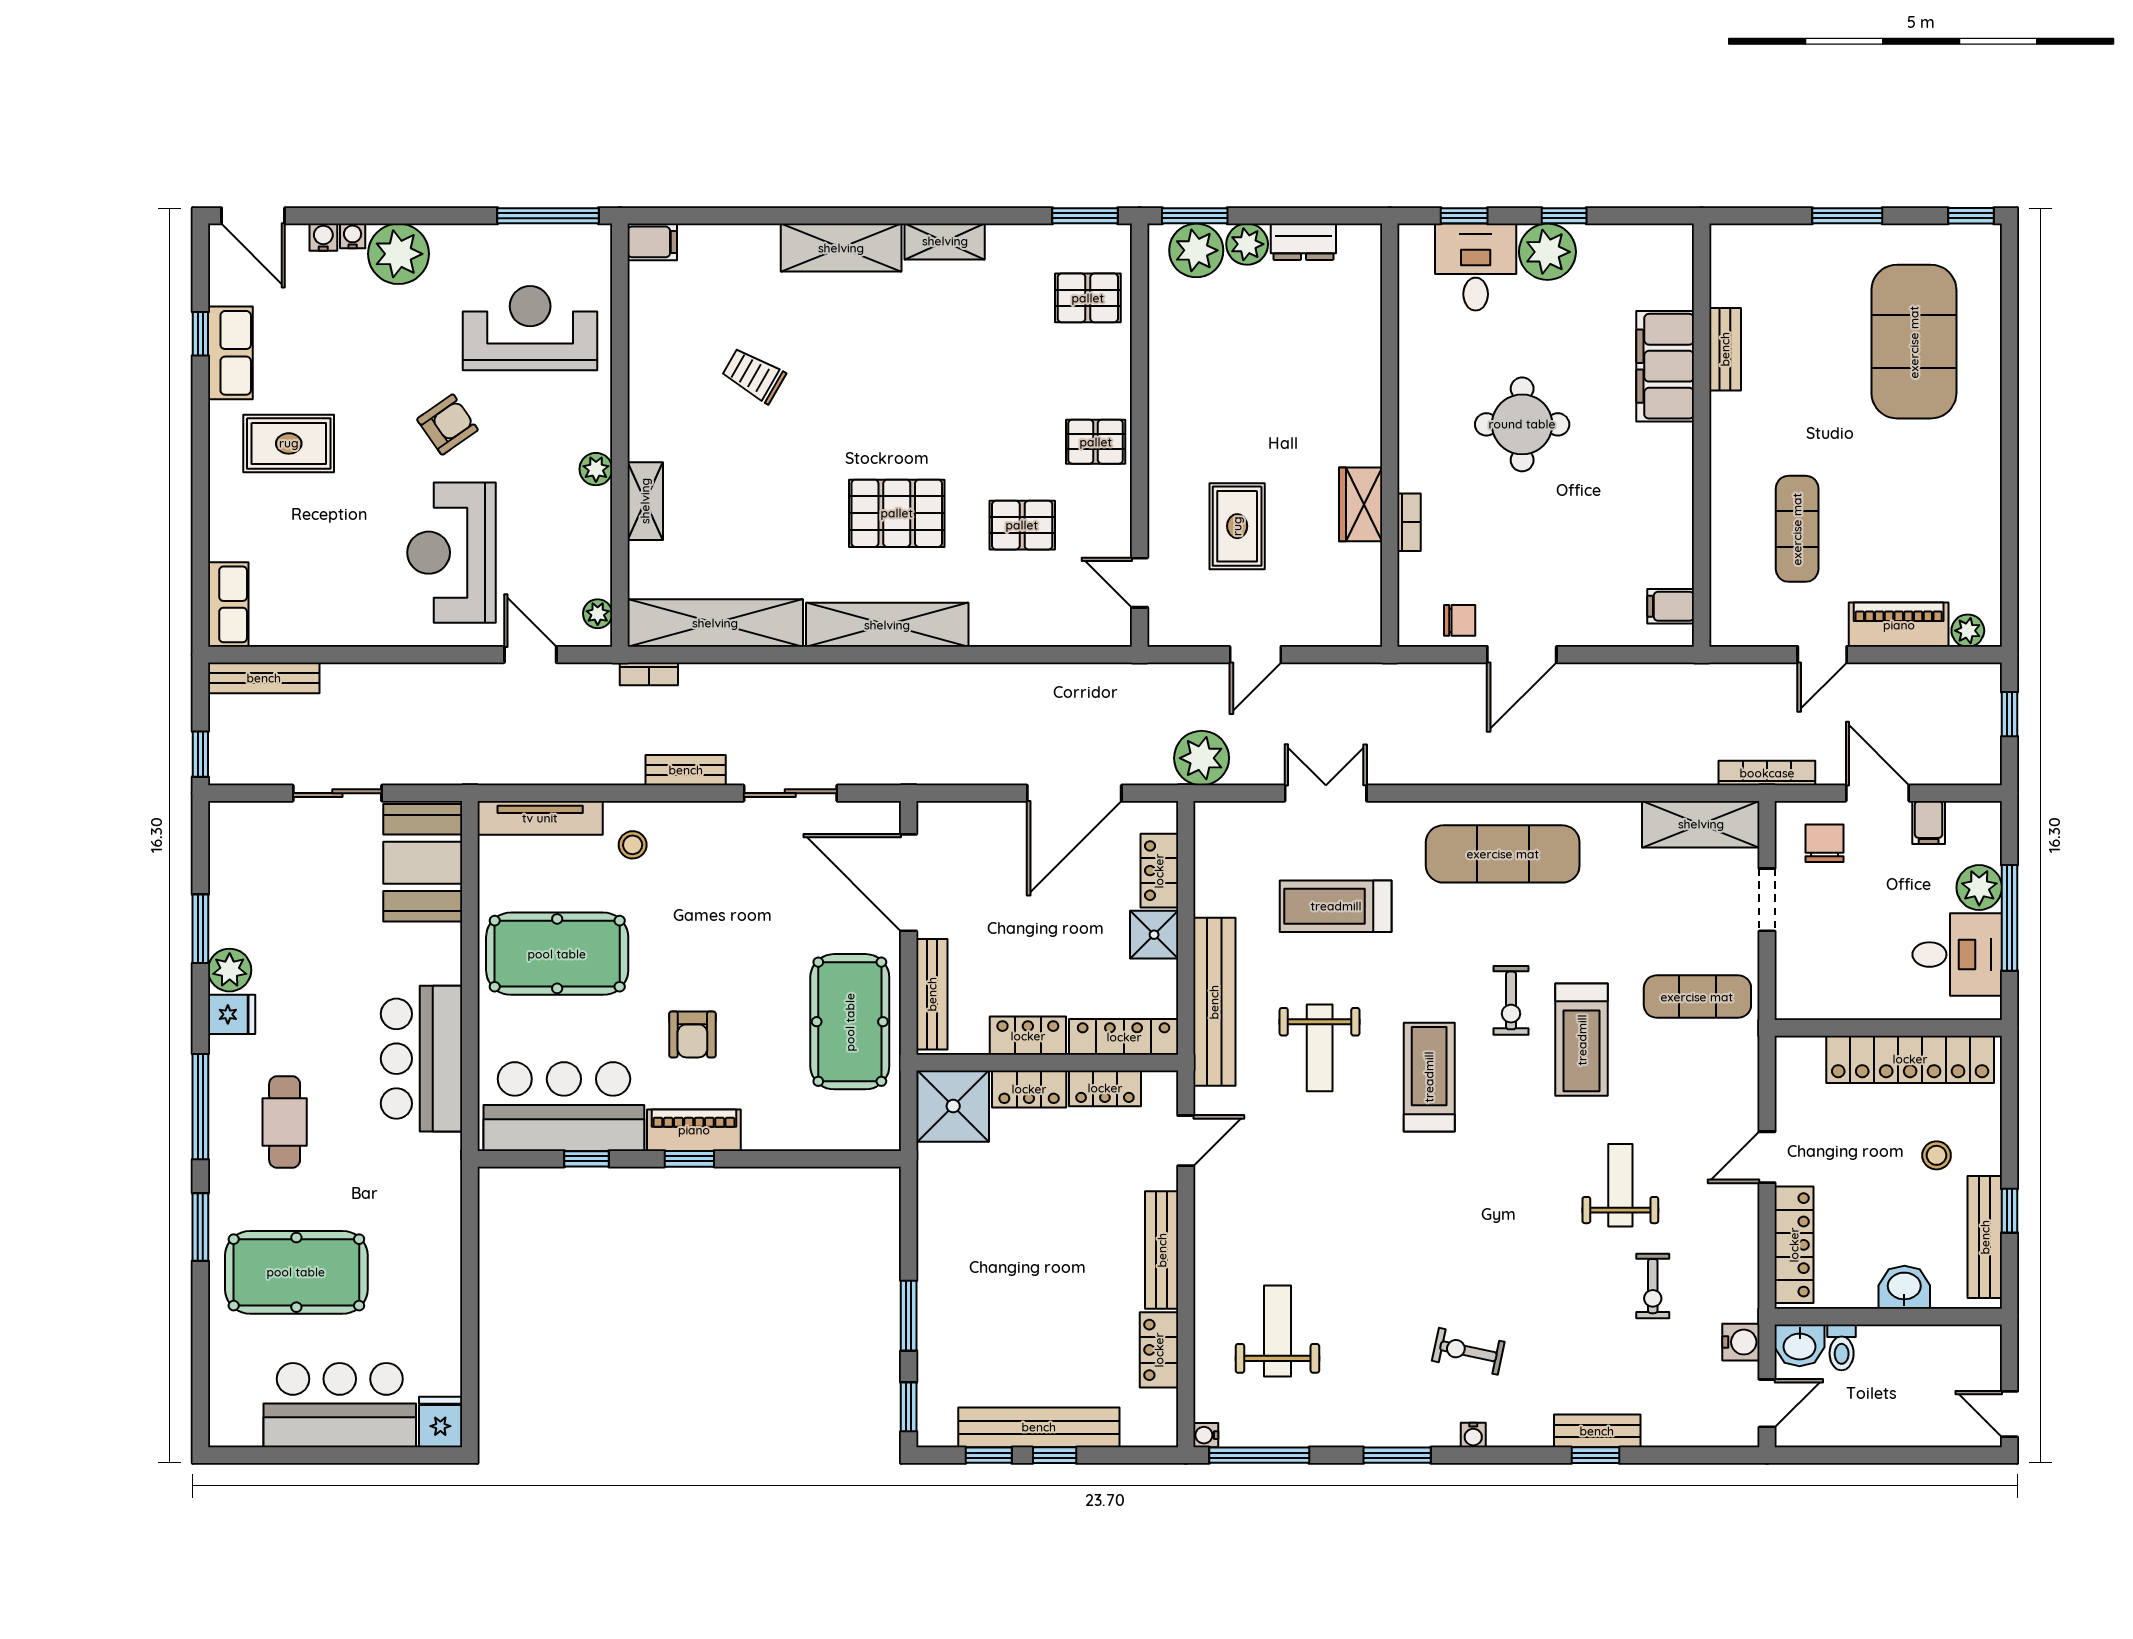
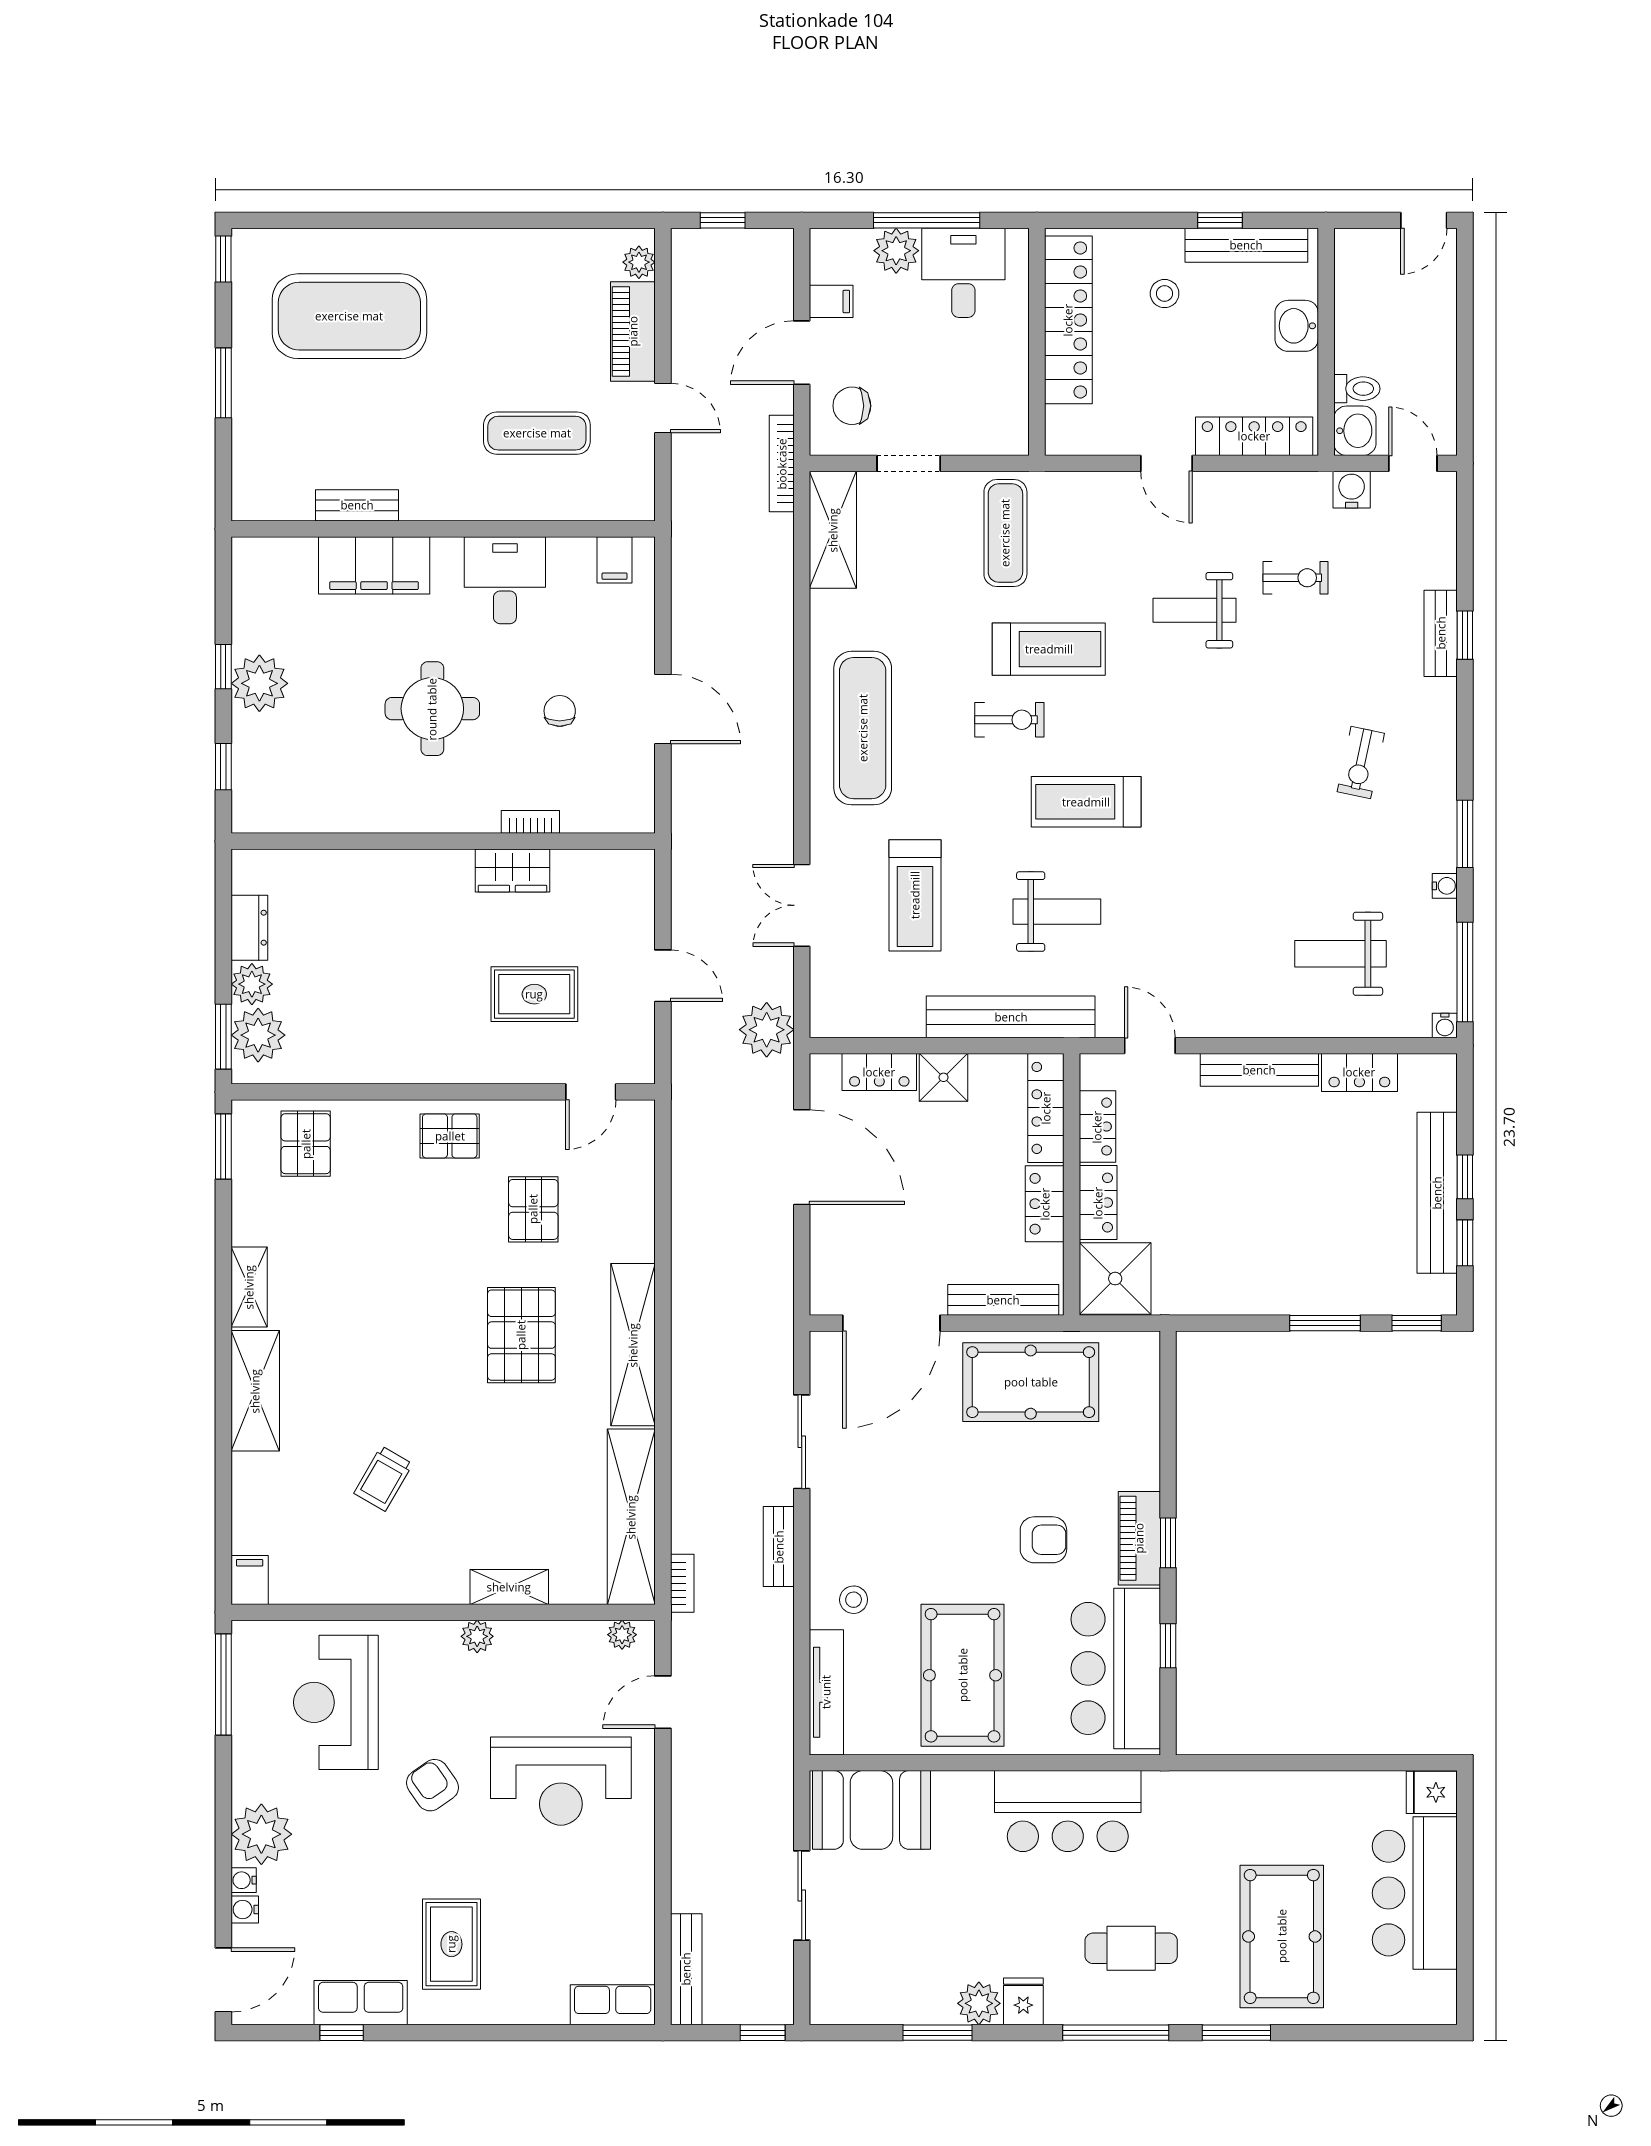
desk: (1476, 267) -> (505, 580), moved, turned 90
pallet: (1096, 442) -> (450, 1136), turned 90
chair: (1460, 620) -> (560, 711), moved
water cooler: (1473, 1435) -> (1445, 886), moved

